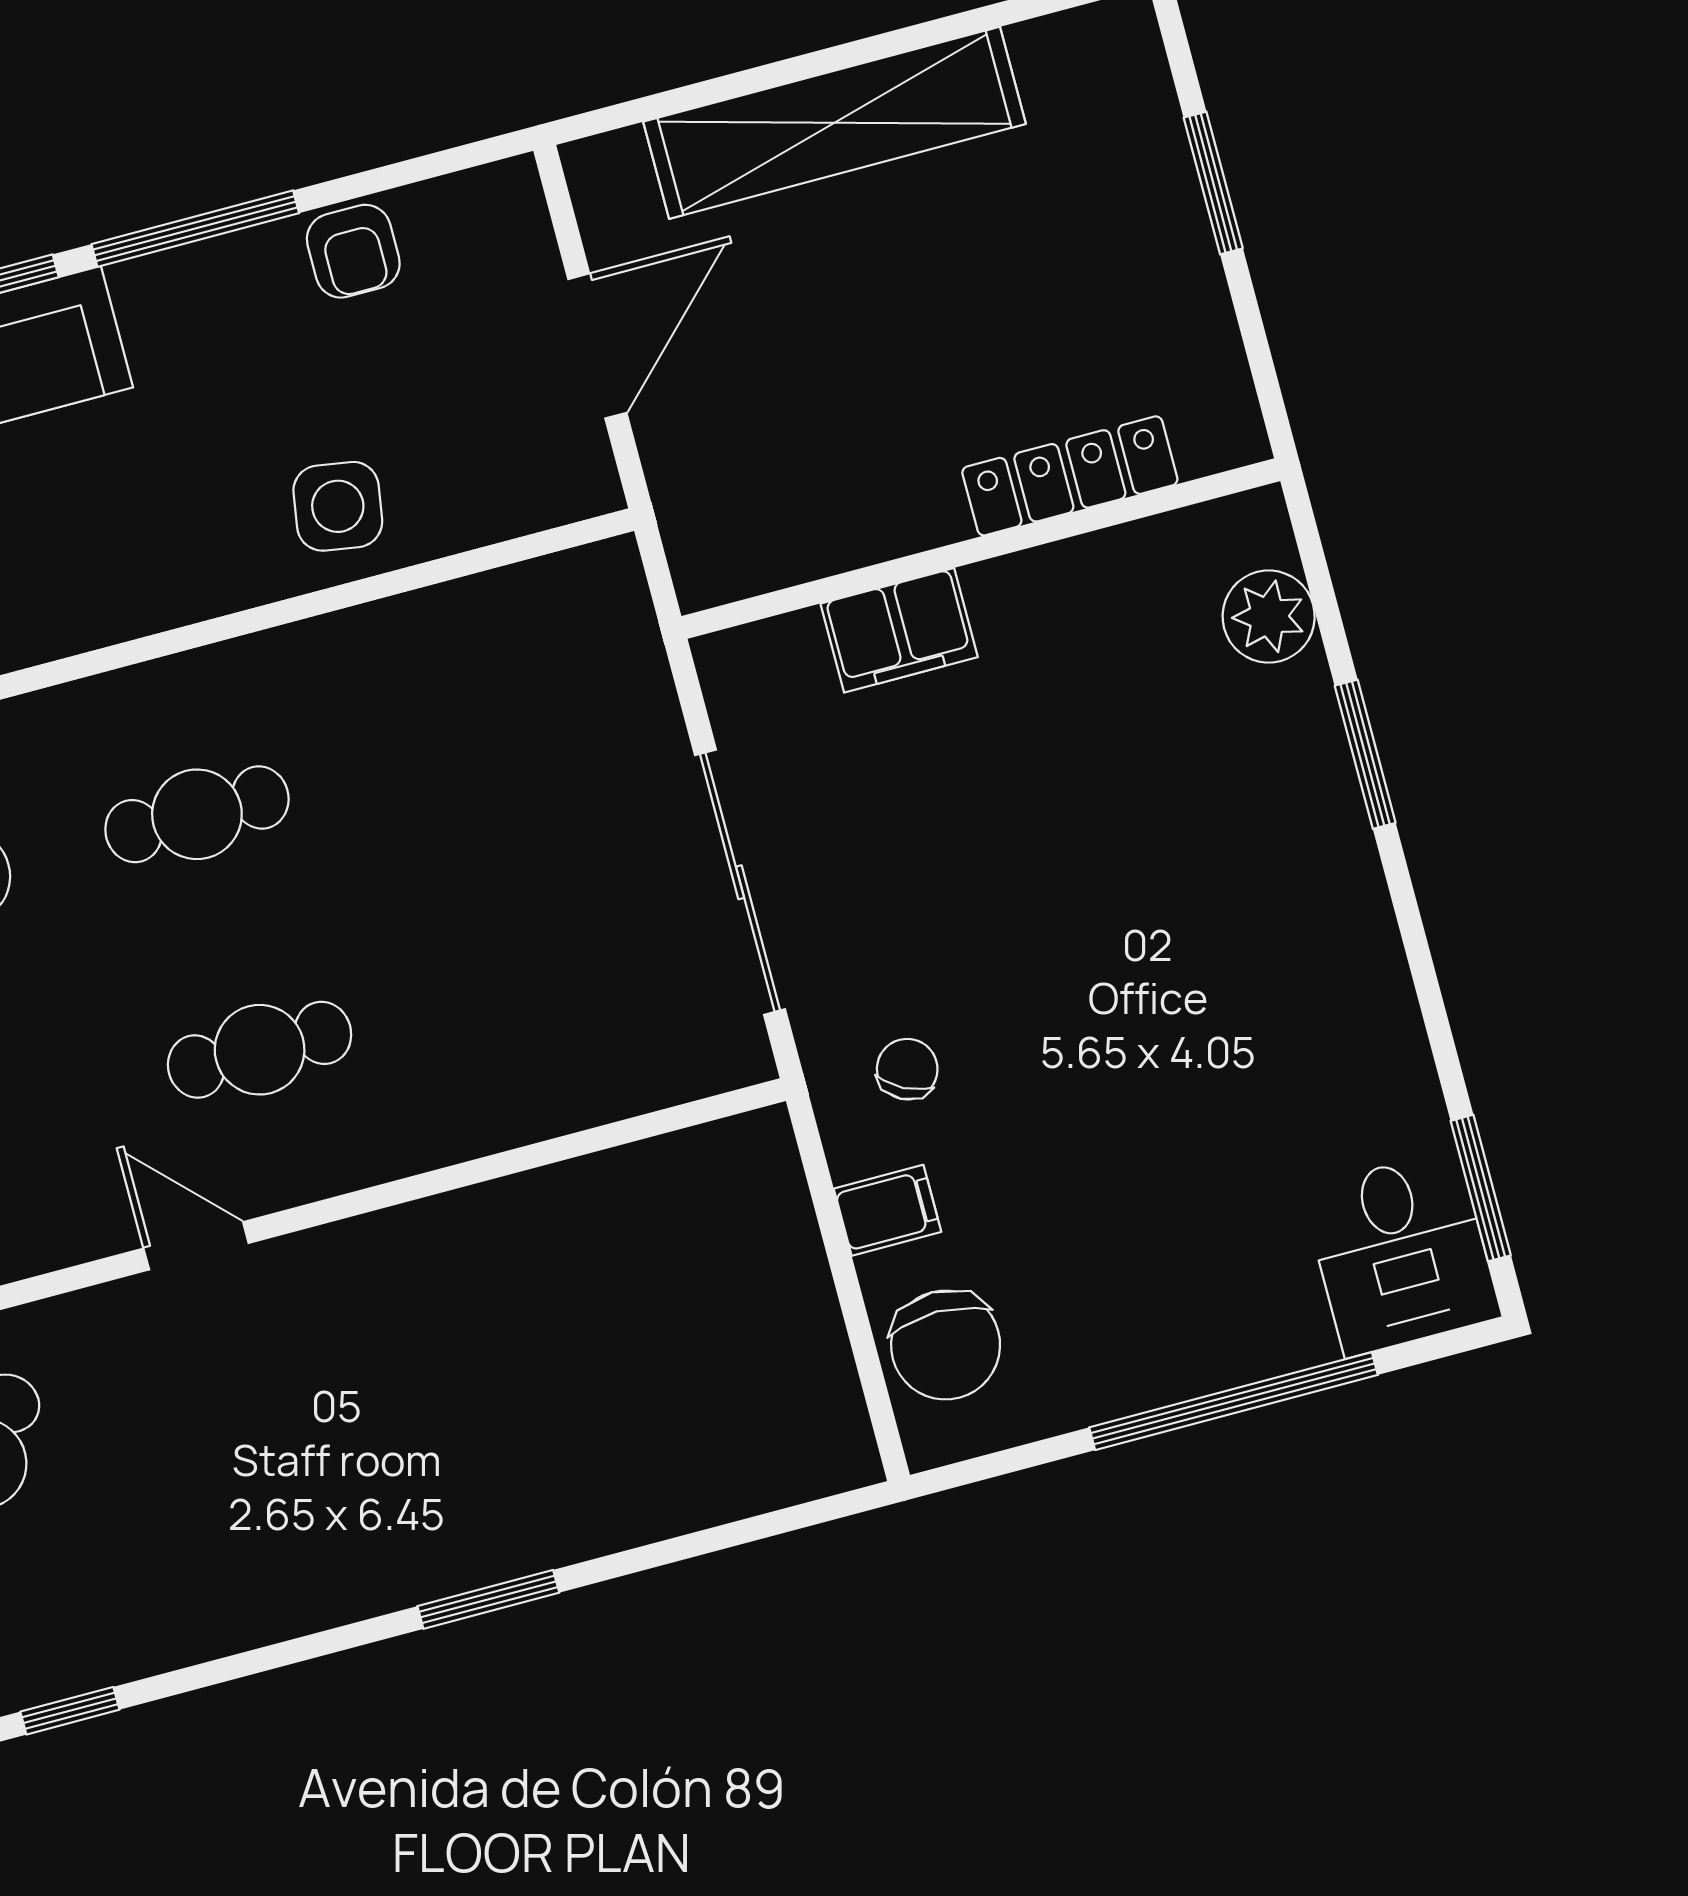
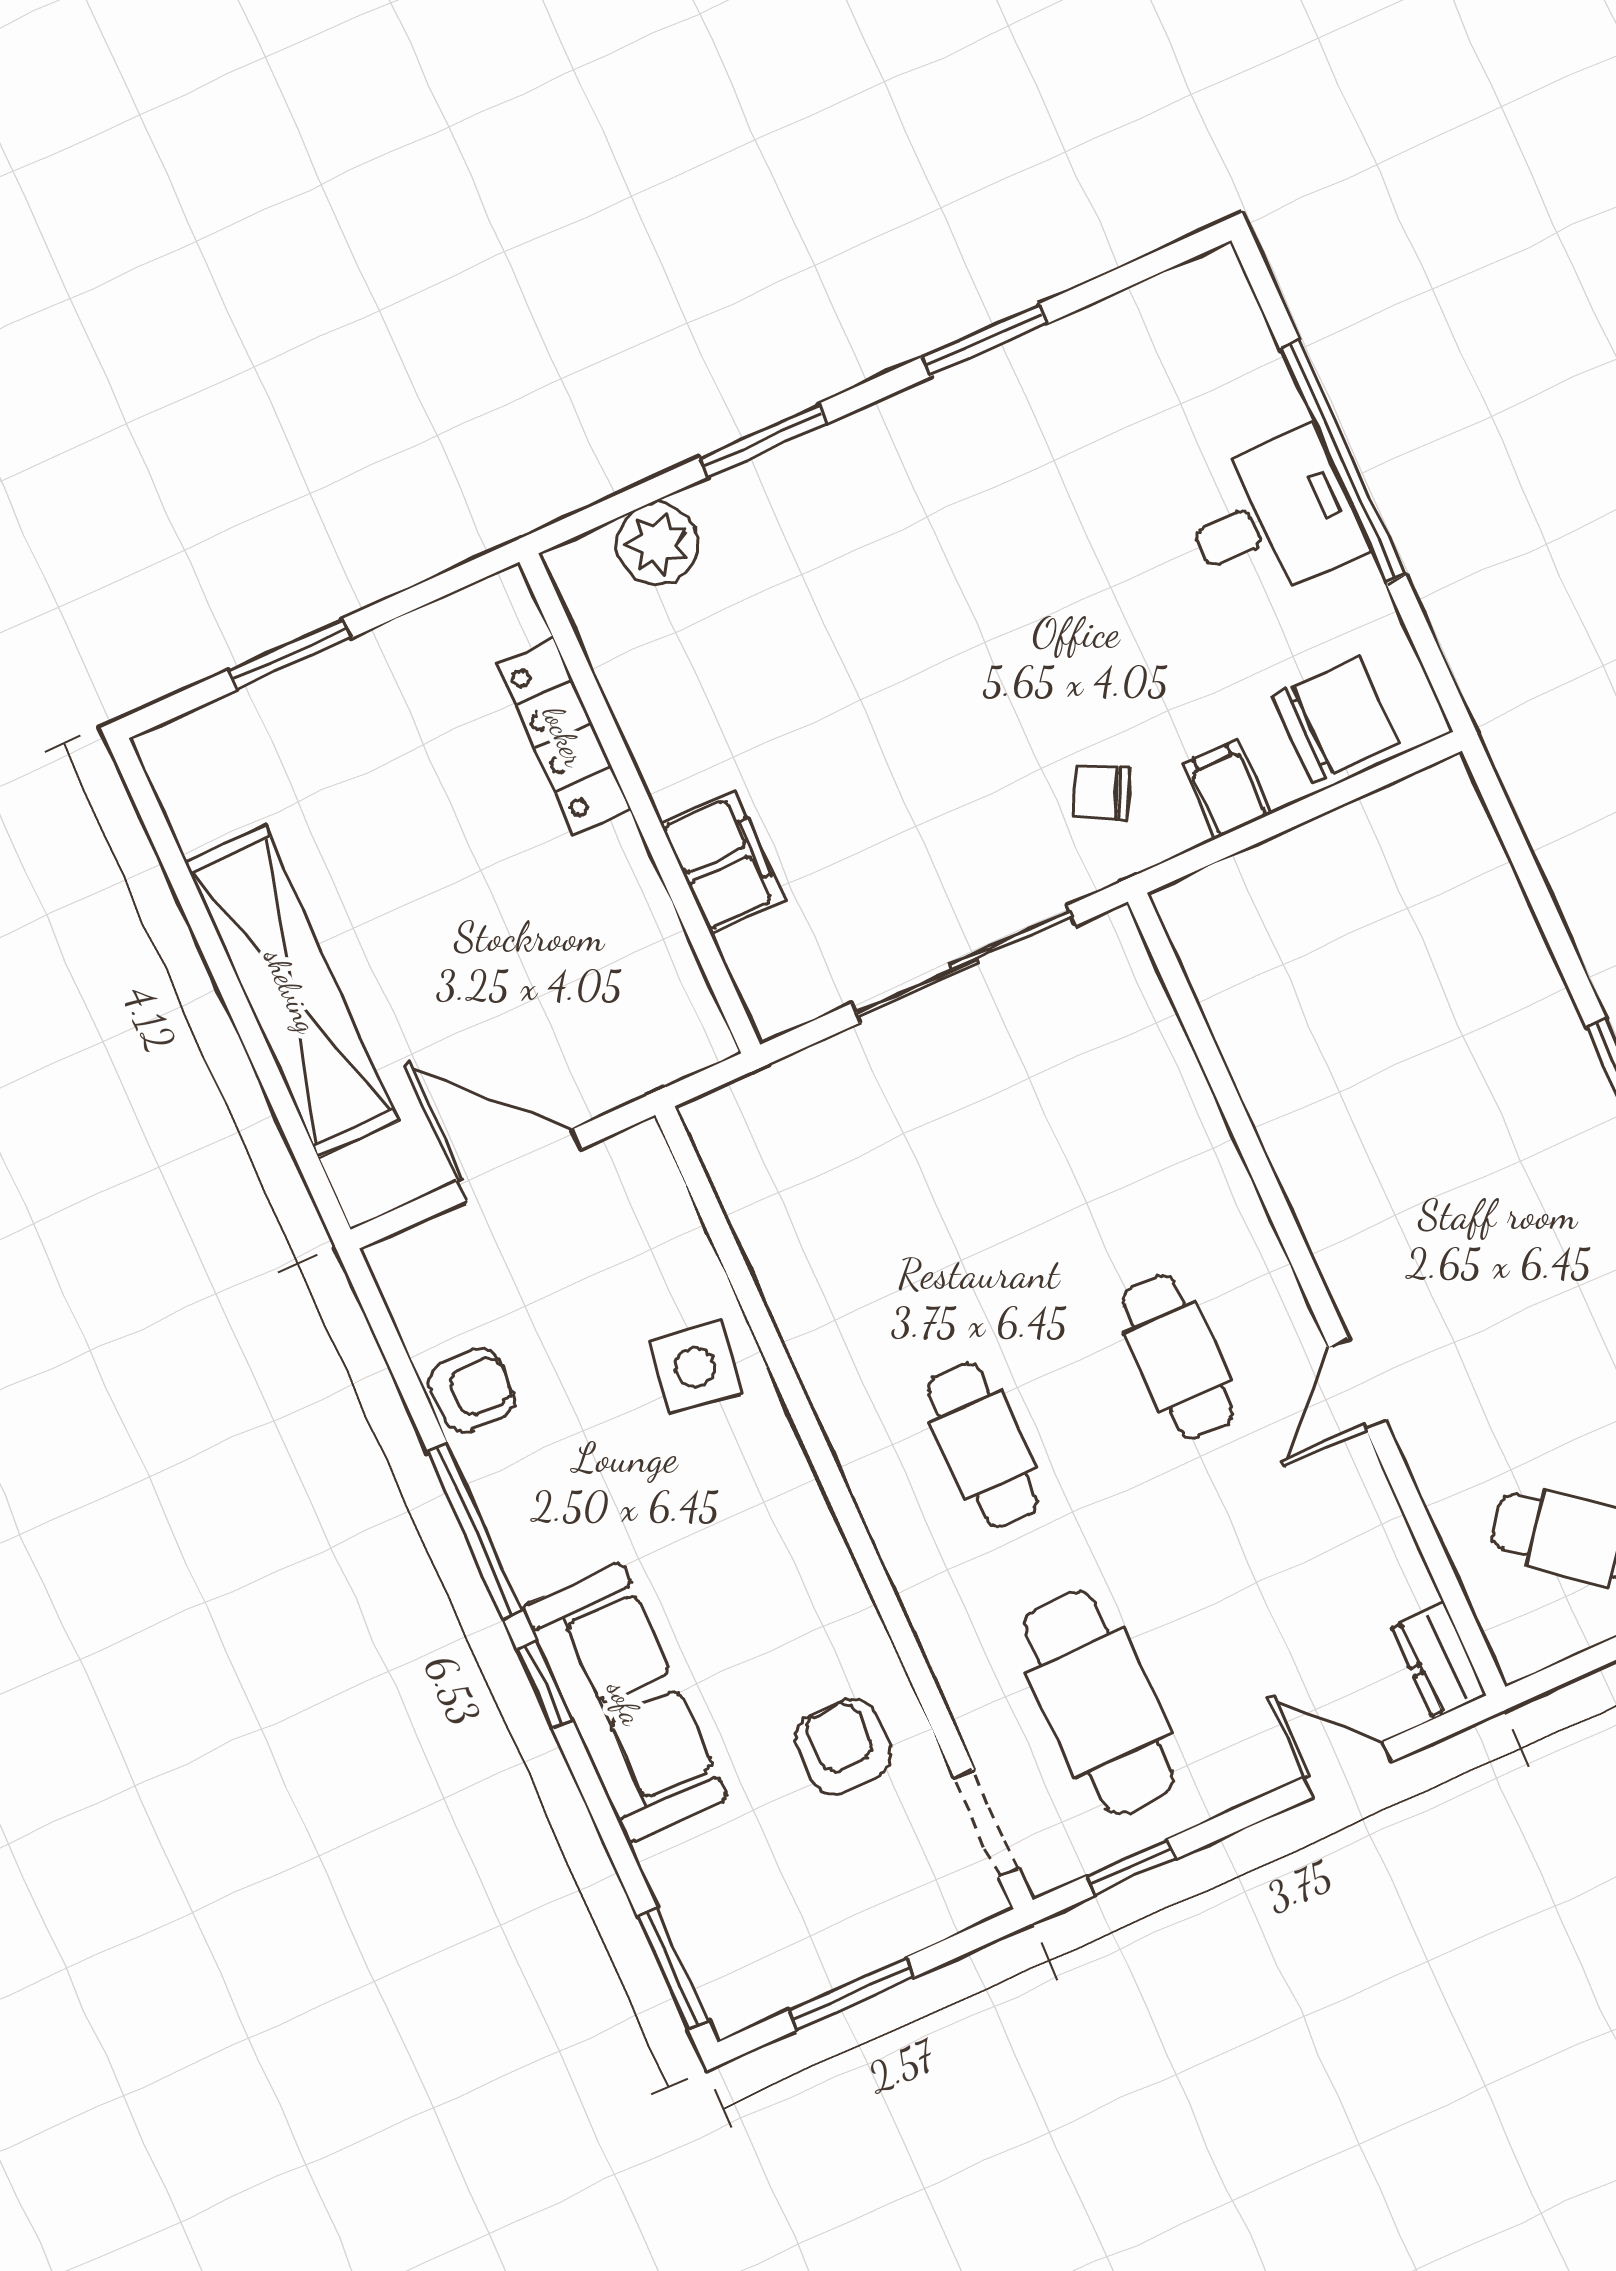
window: (1481, 1188) -> (985, 340), moved
desk: (1401, 1253) -> (1272, 519), moved

